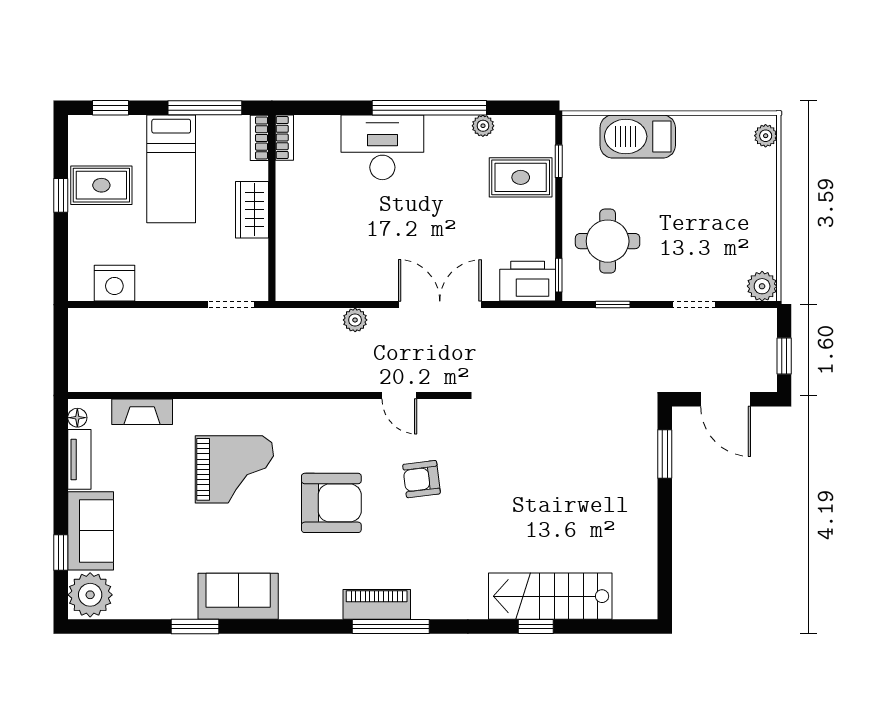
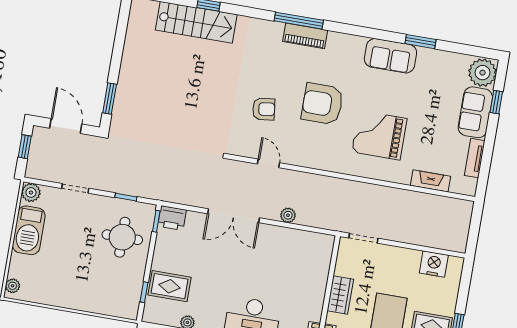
barbecue: (638, 136) -> (29, 230), moved, turned 90
printer: (528, 281) -> (172, 218), width x0.73, depth x0.84
floor lamp: (77, 418) -> (471, 184), removed

